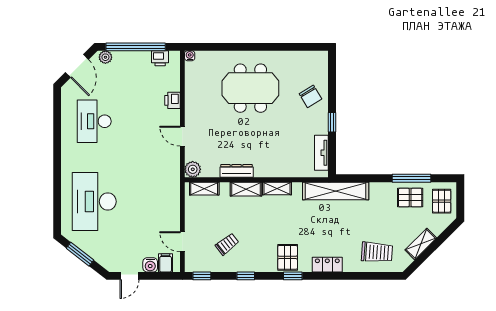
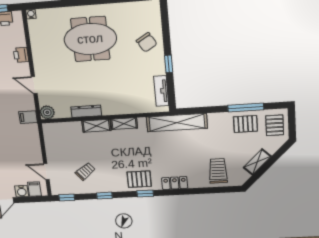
filing cabinet: (170, 174) -> (28, 117), added
shelving: (204, 189) -> (60, 128), removed
trolley: (377, 252) -> (218, 171), turned -94
pallet: (288, 257) -> (139, 179), turned 90

